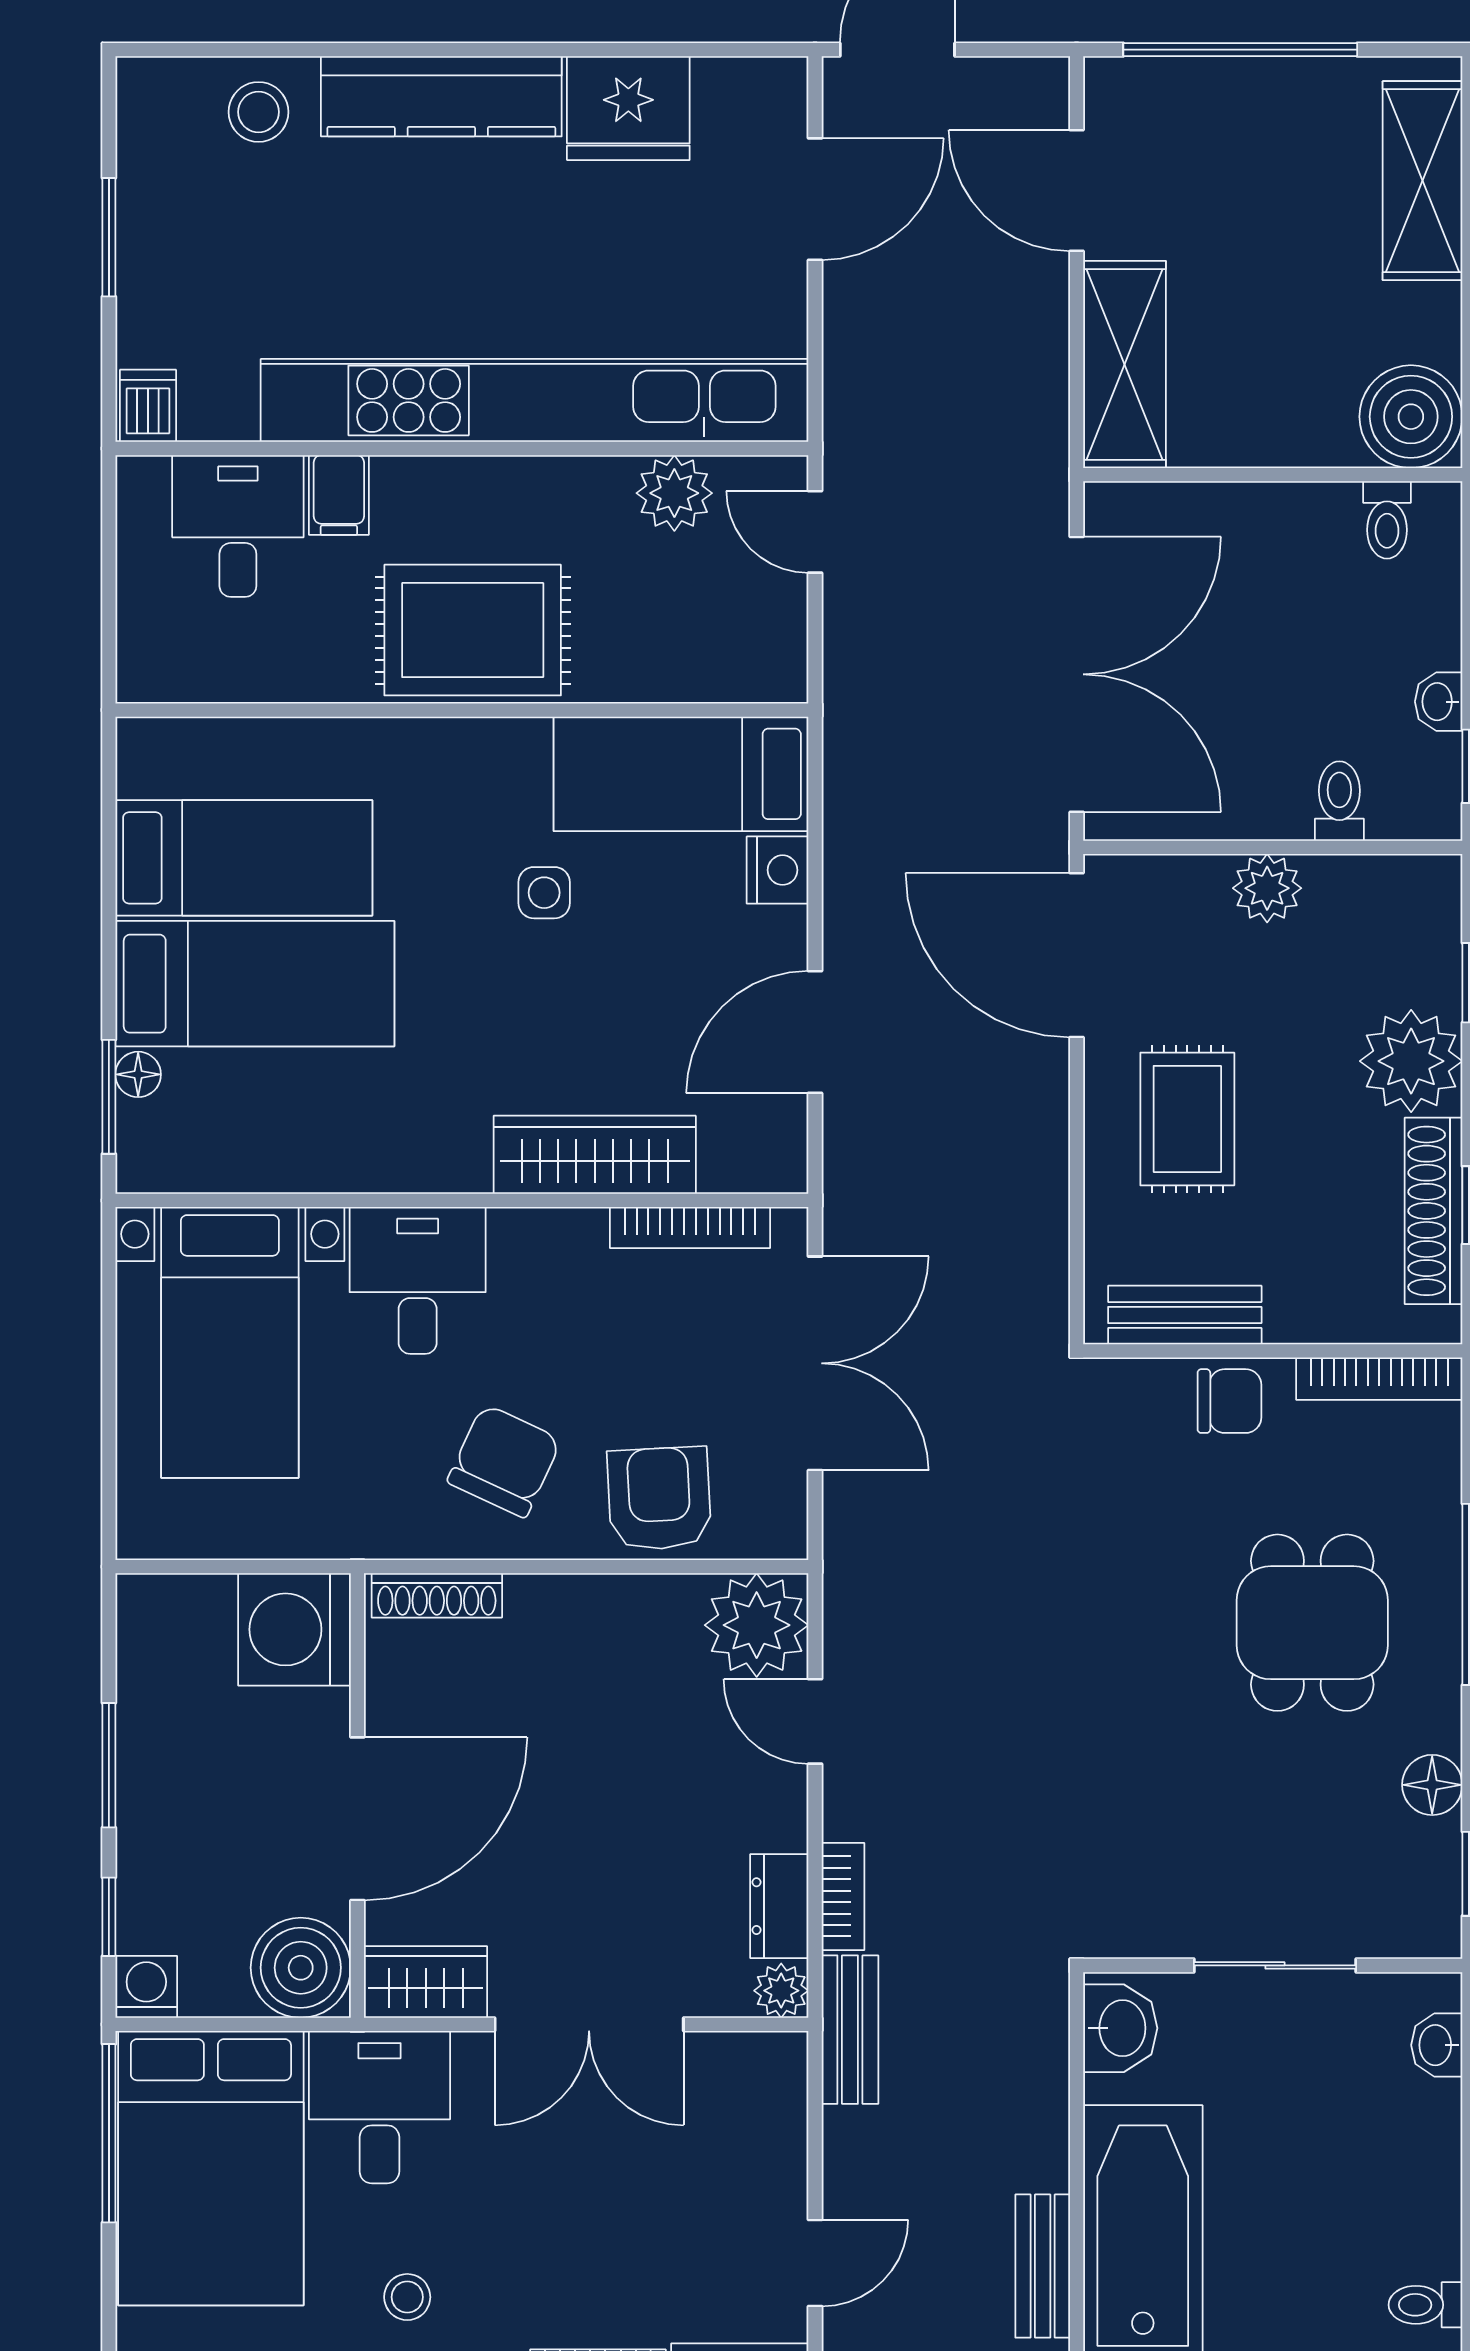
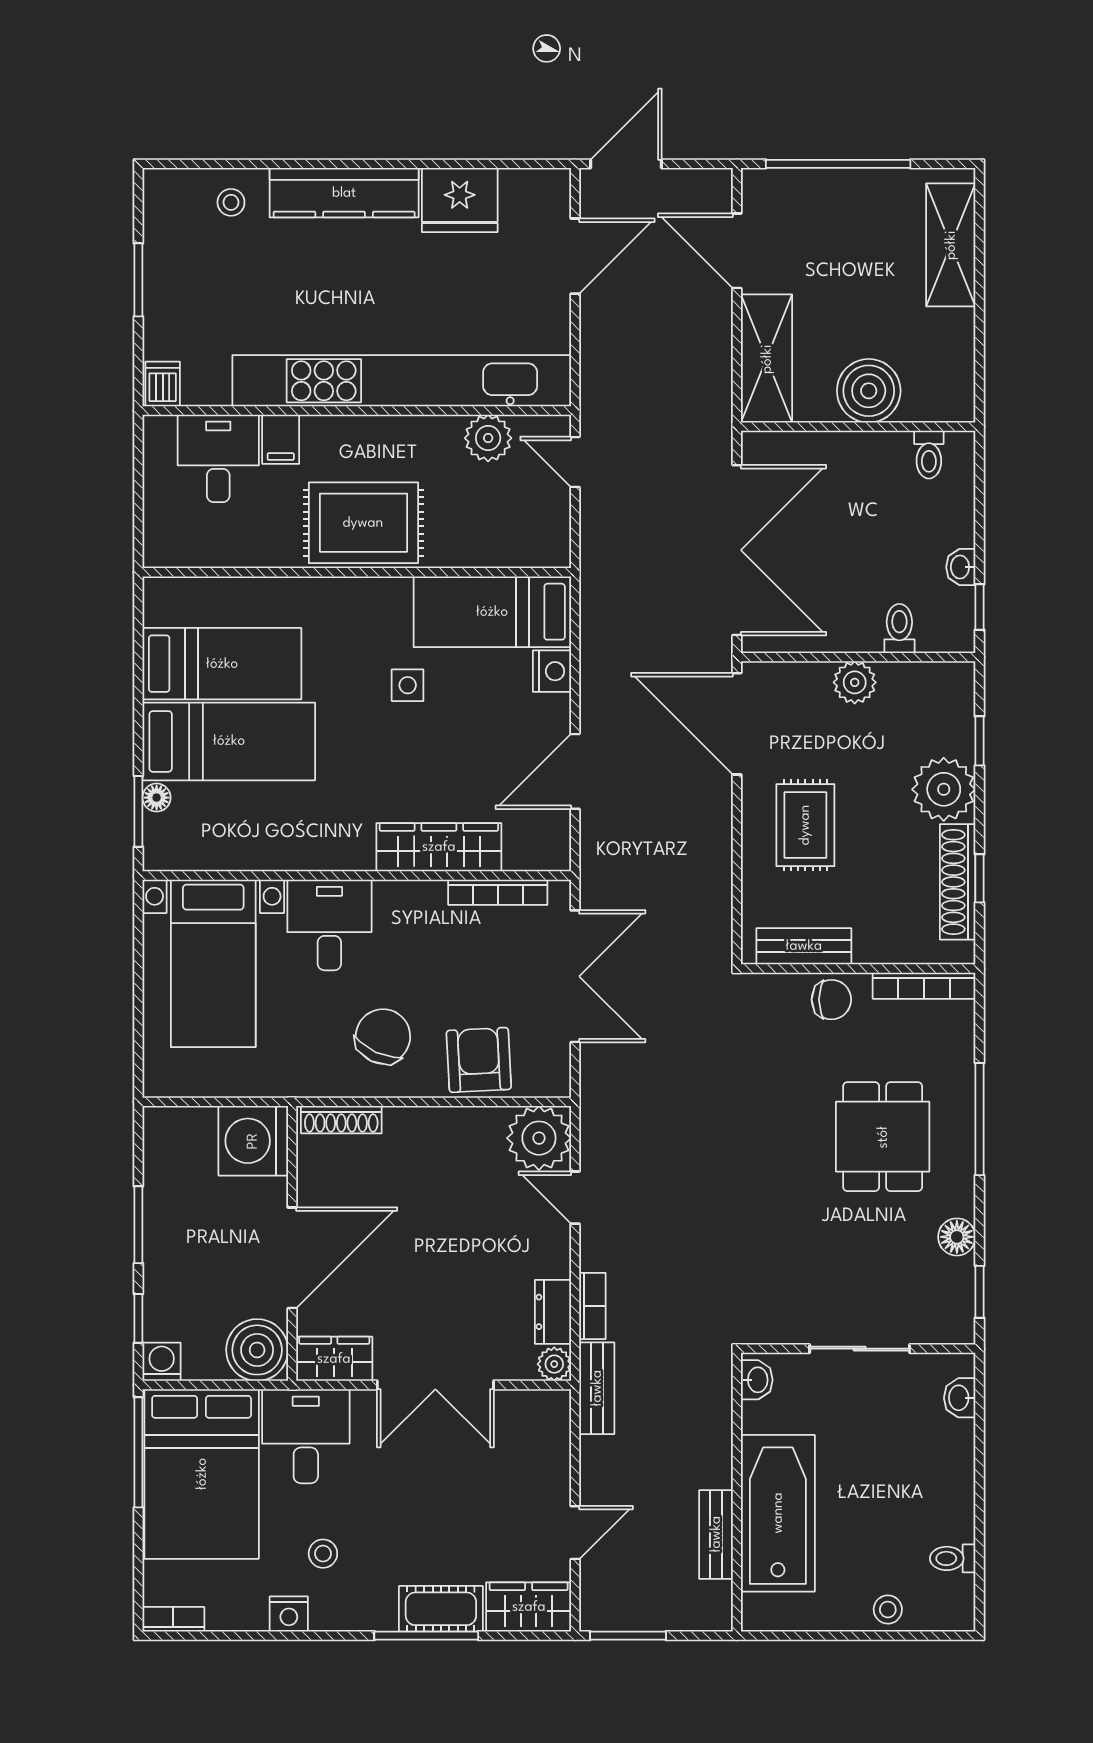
stool: (258, 112) -> (231, 202), width x0.73, depth x0.73
boiler: (1411, 417) -> (869, 391), moved
washbasin: (1120, 2028) -> (757, 1380), width x0.72, depth x0.69

